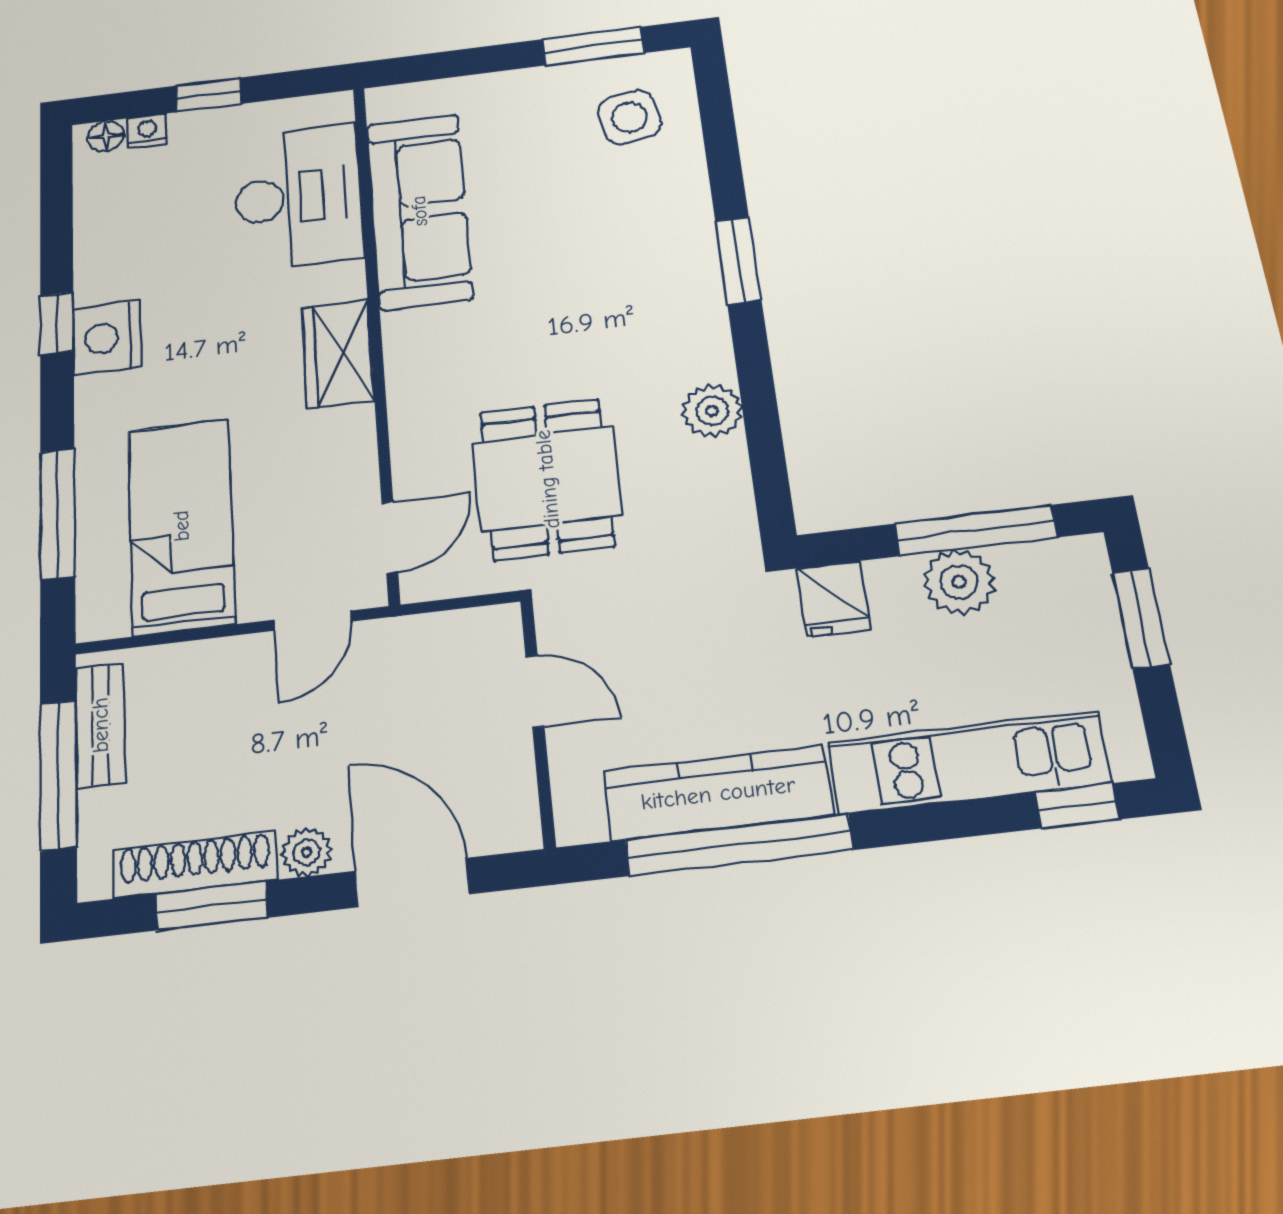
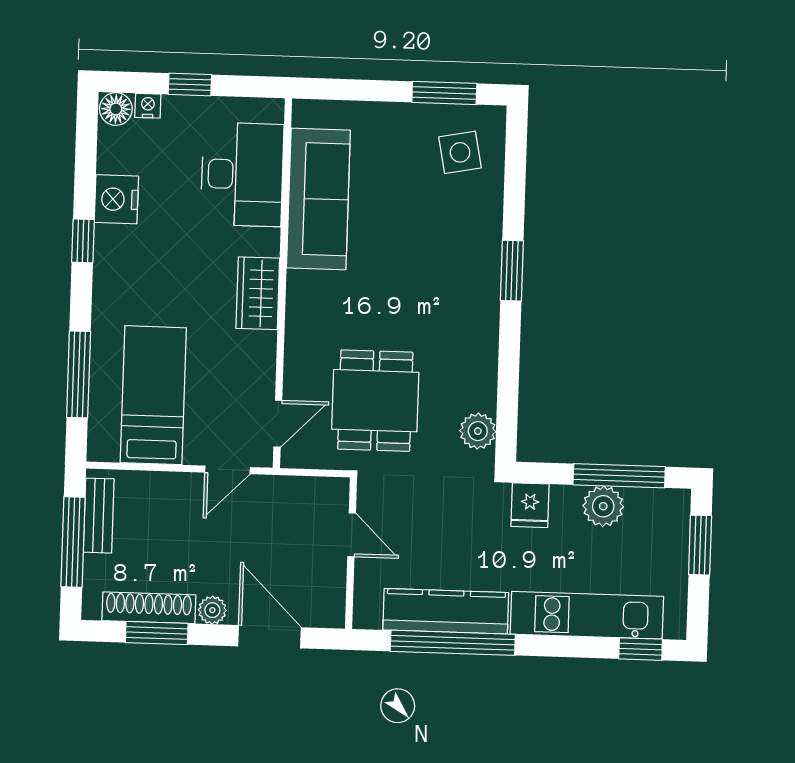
floor lamp: (106, 136) -> (116, 109), width x1.37, depth x1.37
nightstand: (107, 337) -> (116, 199), moved
plant: (712, 411) -> (478, 431), moved

